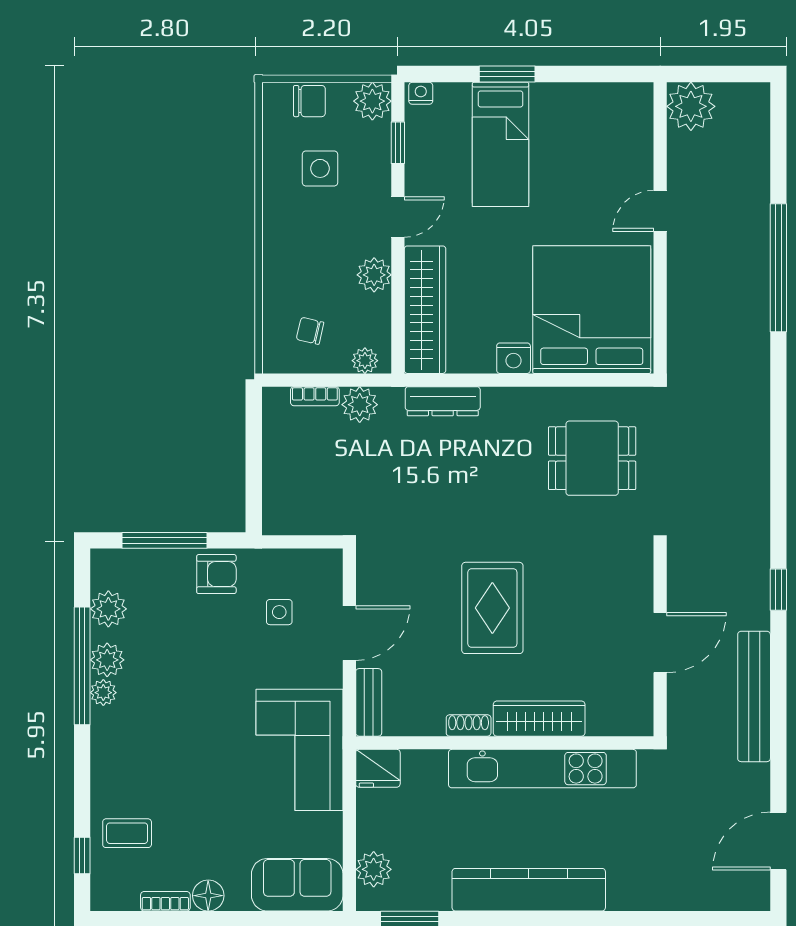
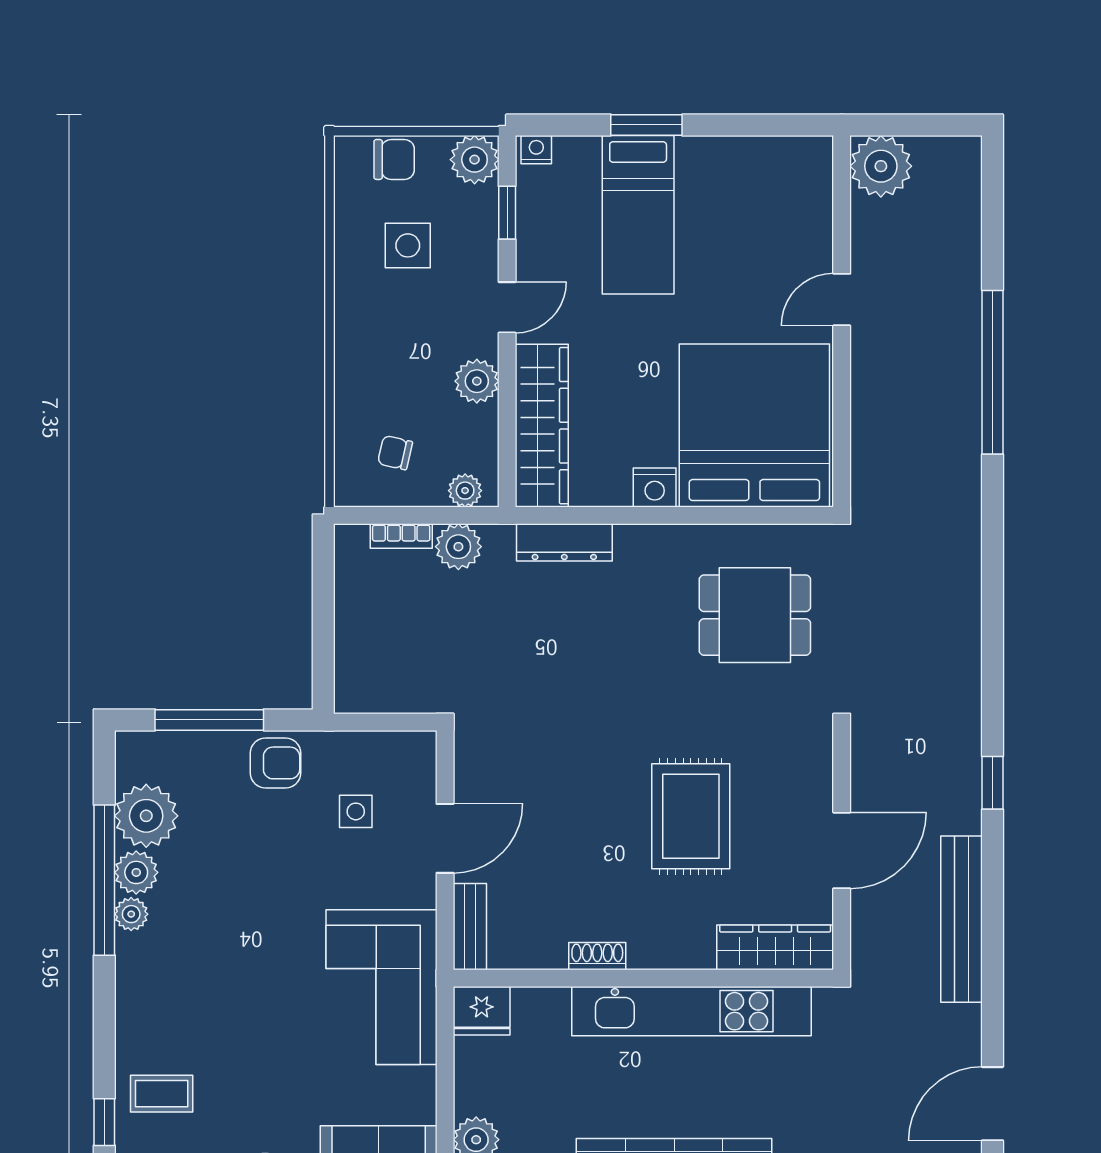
rug: (492, 608) -> (691, 816), moved
plant: (108, 609) -> (146, 816), width x1.36, depth x1.36
wardrobe: (539, 719) -> (775, 947), moved

